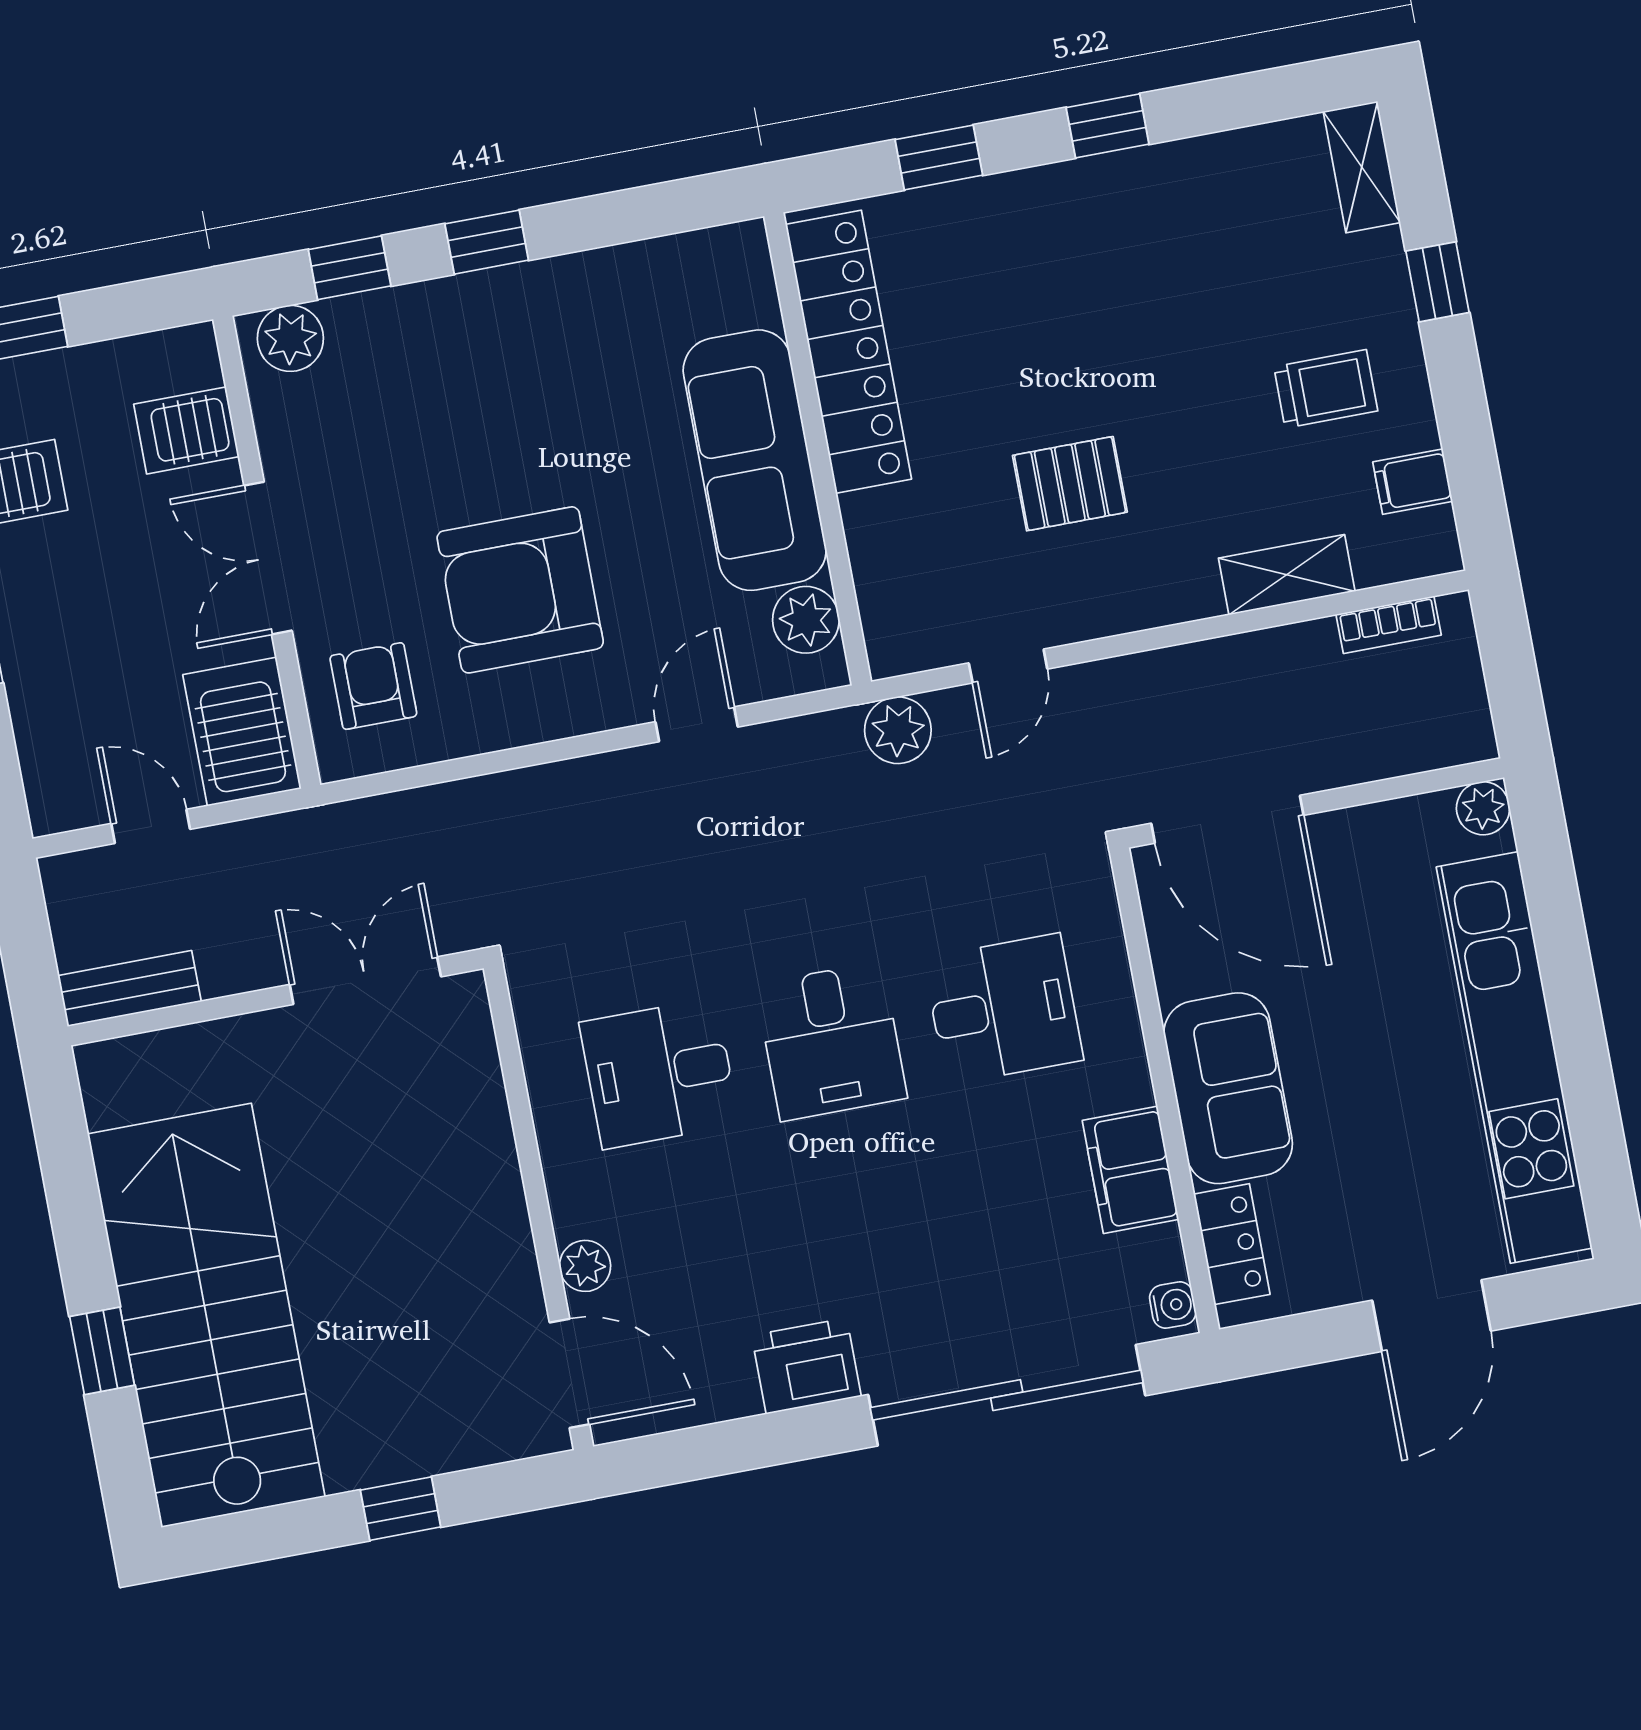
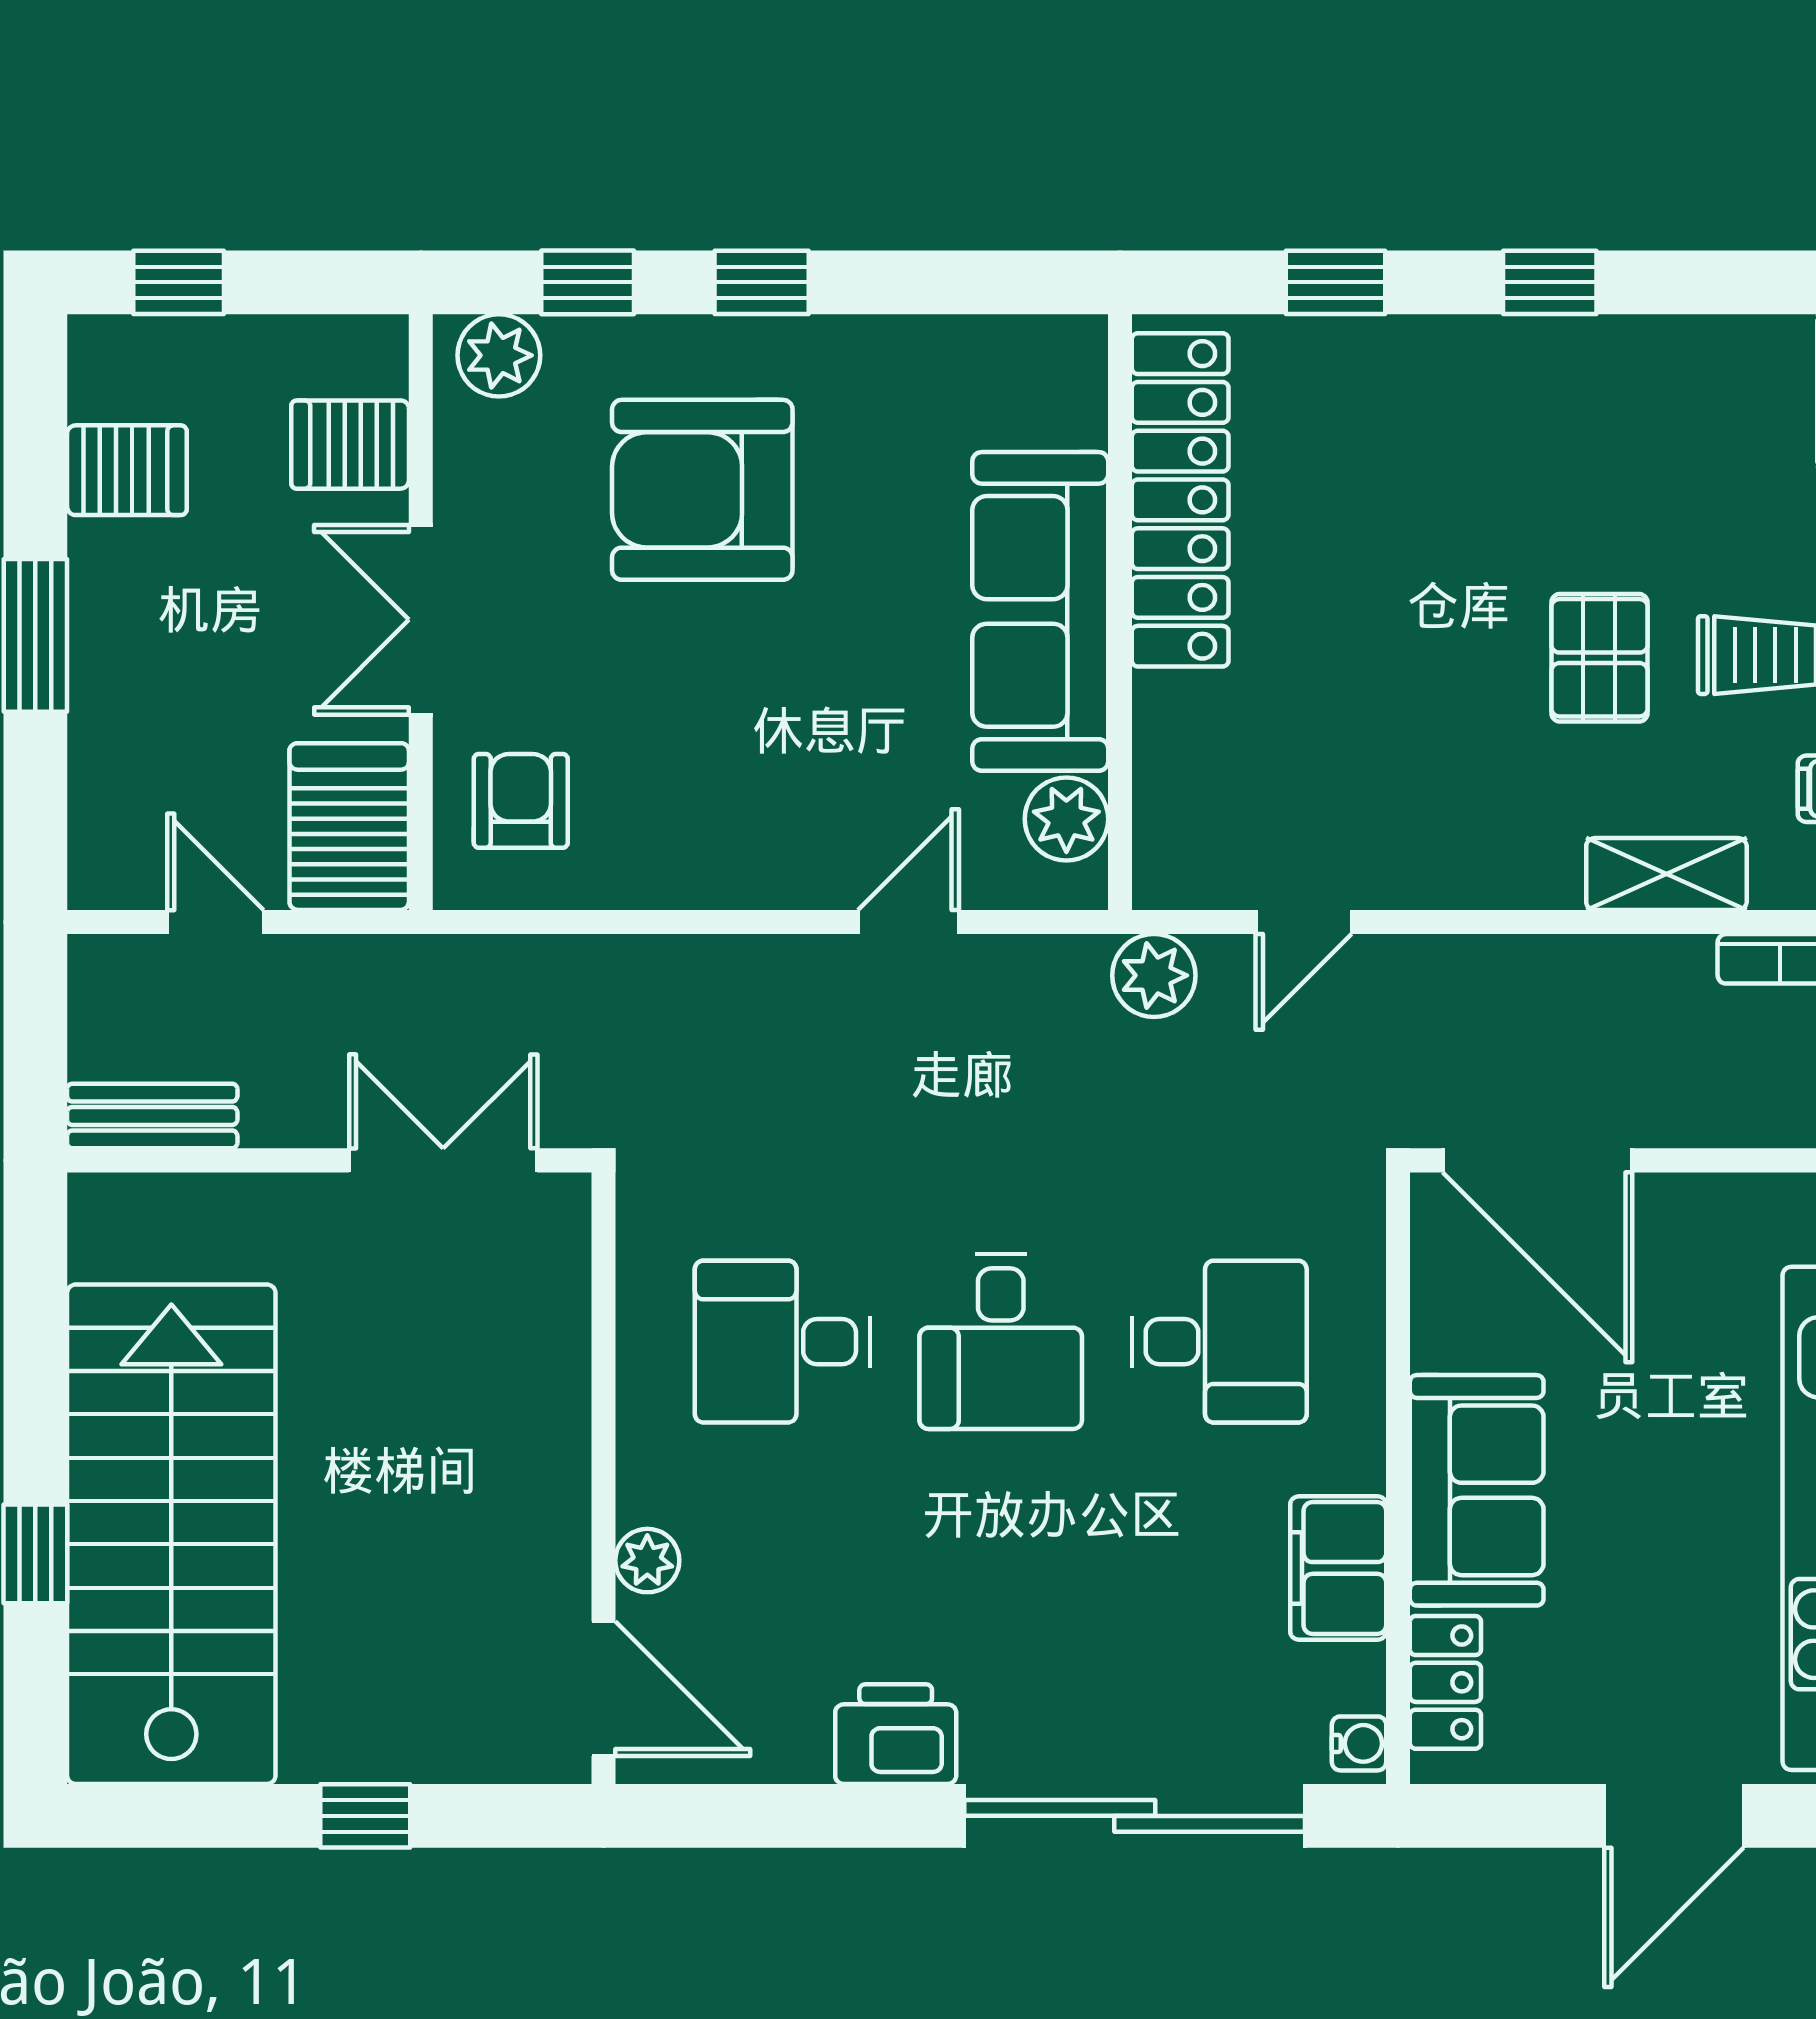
pallet: (1070, 484) -> (1599, 658), moved, turned 90
armchair: (520, 590) -> (702, 490), moved

